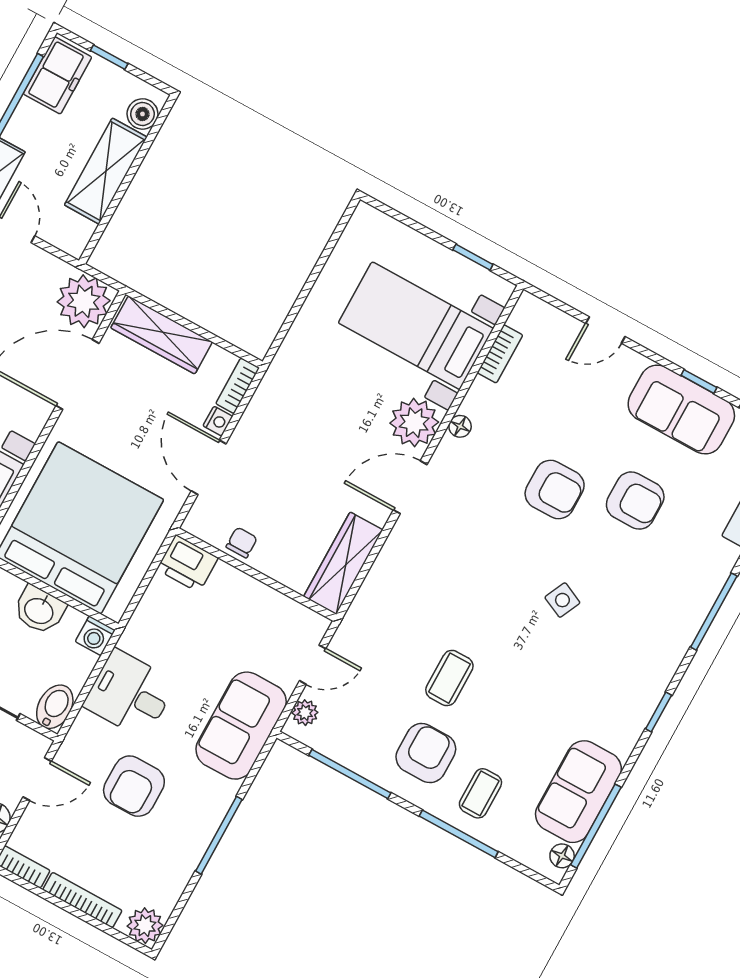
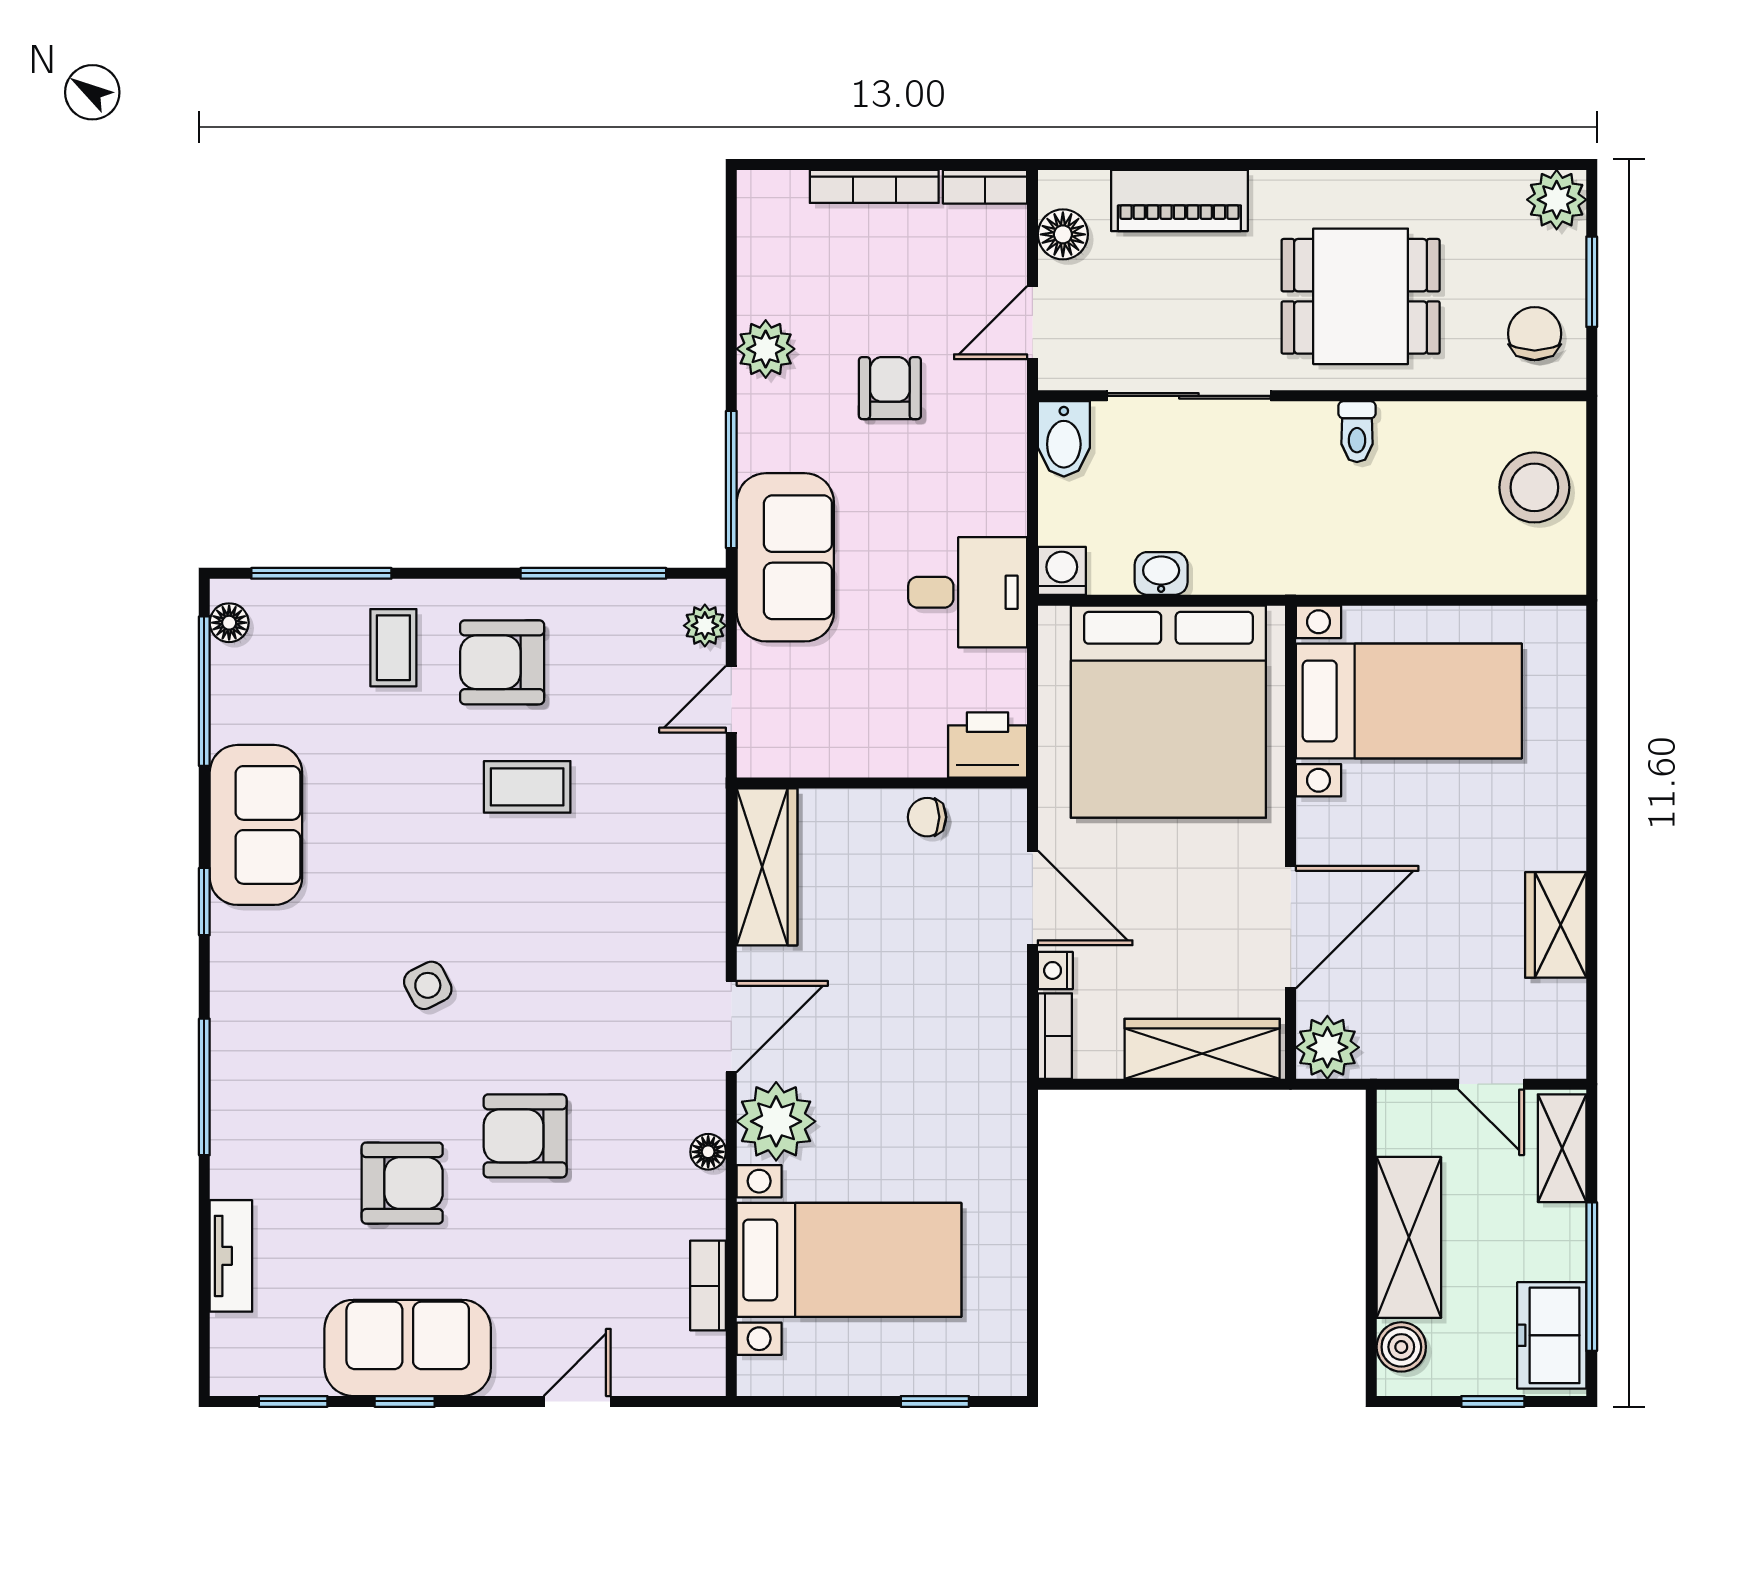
window: (473, 257) -> (935, 1401), moved
plant: (84, 301) -> (1327, 1047), width x0.73, depth x0.73
armchair: (635, 501) -> (402, 1183), turned 180
chair: (242, 542) -> (927, 817), turned 90
side table: (562, 600) -> (428, 985), turned 38
washbasin: (39, 610) -> (1161, 573), width x0.72, depth x0.69
coffee table: (449, 678) -> (527, 787), turned 90
desk: (130, 694) -> (968, 592), moved
armchair: (426, 753) -> (502, 662), turned 90
armchair: (134, 786) -> (890, 388), width x0.72, depth x0.72
sofa: (578, 792) -> (256, 825), moved
window: (459, 834) -> (321, 573), moved
window: (219, 835) -> (731, 479), moved
plant: (145, 926) -> (766, 349), moved

